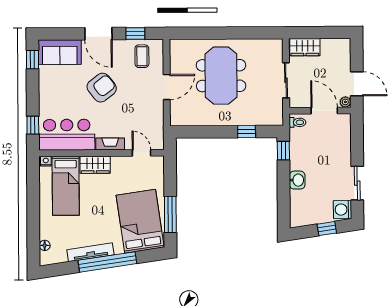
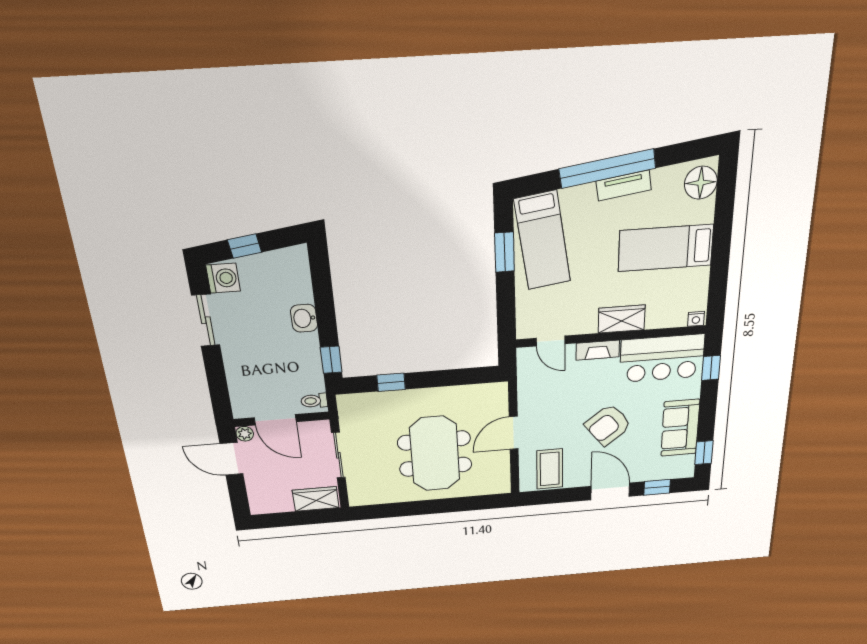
window: (135, 33) -> (657, 487), moved
sofa: (60, 52) -> (680, 428), moved, turned -90
coffee table: (142, 56) -> (550, 469), width x1.36, depth x1.30
bed: (66, 186) -> (666, 248), moved, turned -90
window: (170, 214) -> (504, 252), width x0.69
bed: (140, 221) -> (542, 241), width x0.67
floor lamp: (45, 245) -> (701, 183), width x1.89, depth x1.89
tv unit: (90, 252) -> (624, 185), width x0.71

